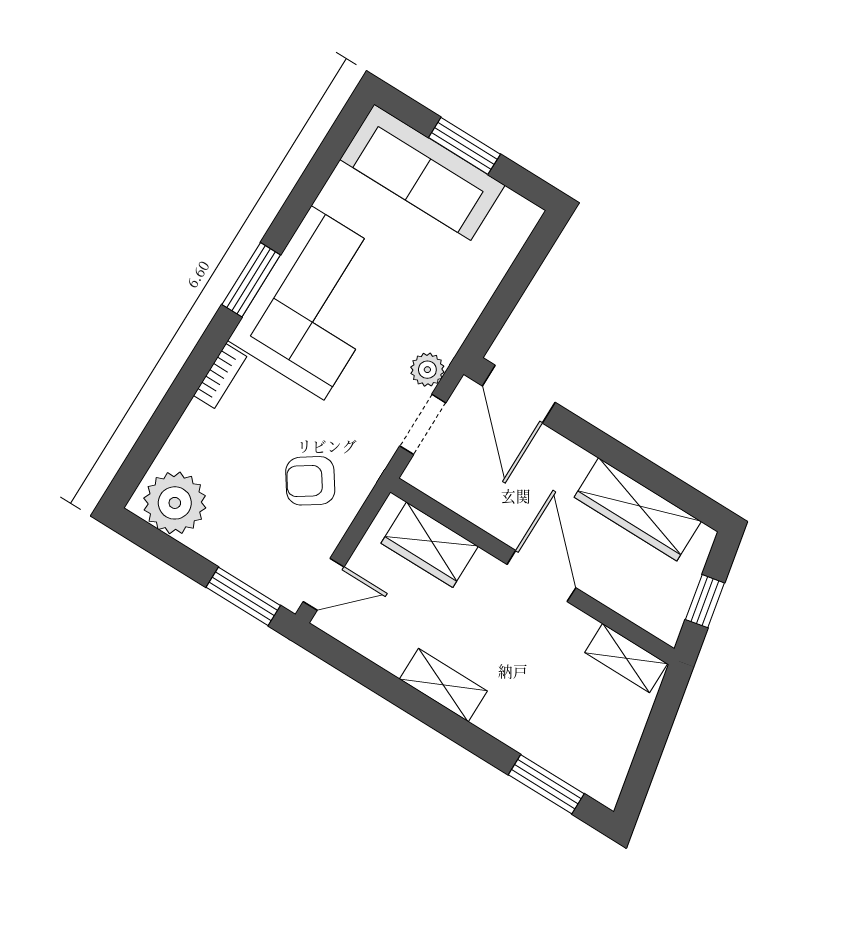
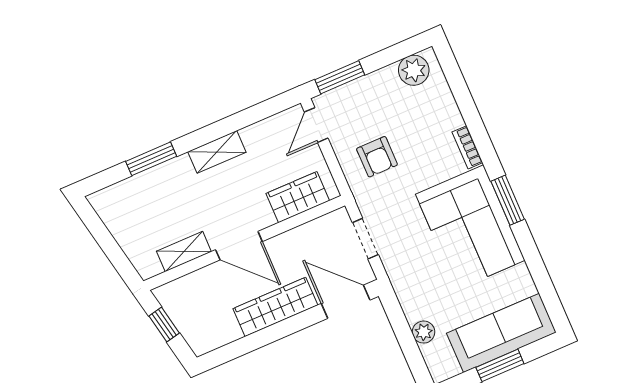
plant: (427, 370) -> (424, 332), moved
armchair: (310, 481) -> (377, 157), turned 124
plant: (175, 503) -> (414, 70), width x0.73, depth x0.73
wardrobe: (638, 509) -> (275, 307), moved
shelving: (626, 658) -> (184, 252), moved
window: (546, 784) -> (151, 159), moved

